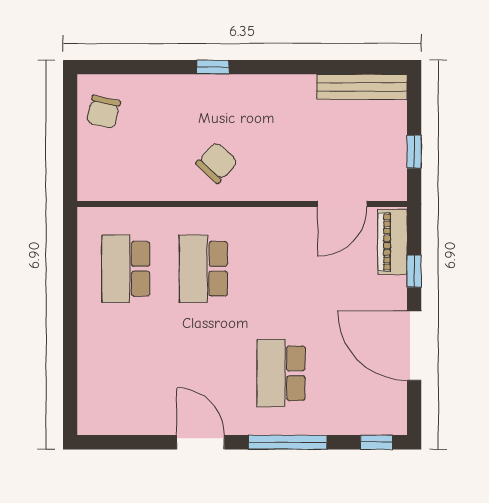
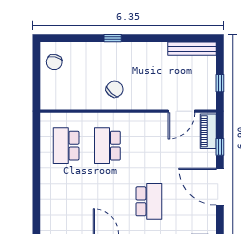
school desk: (281, 373) -> (149, 201), turned 180

